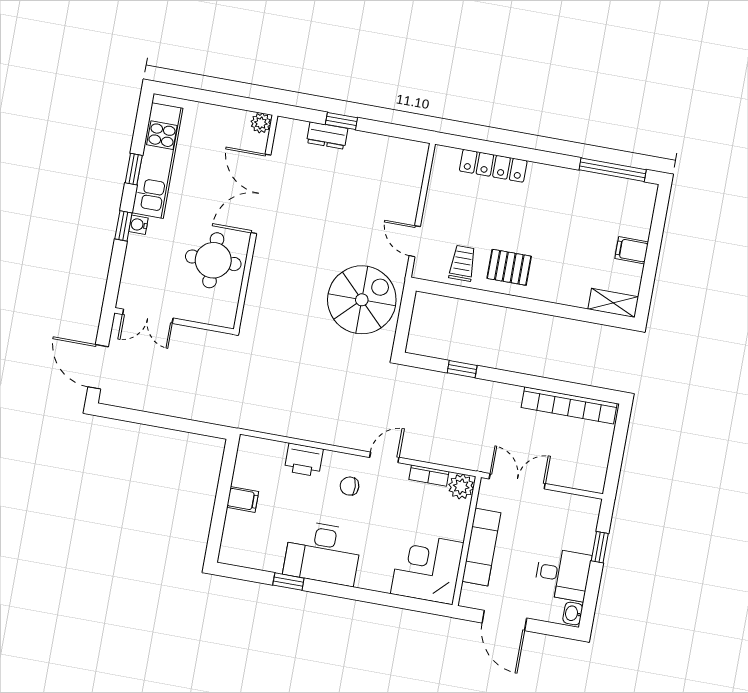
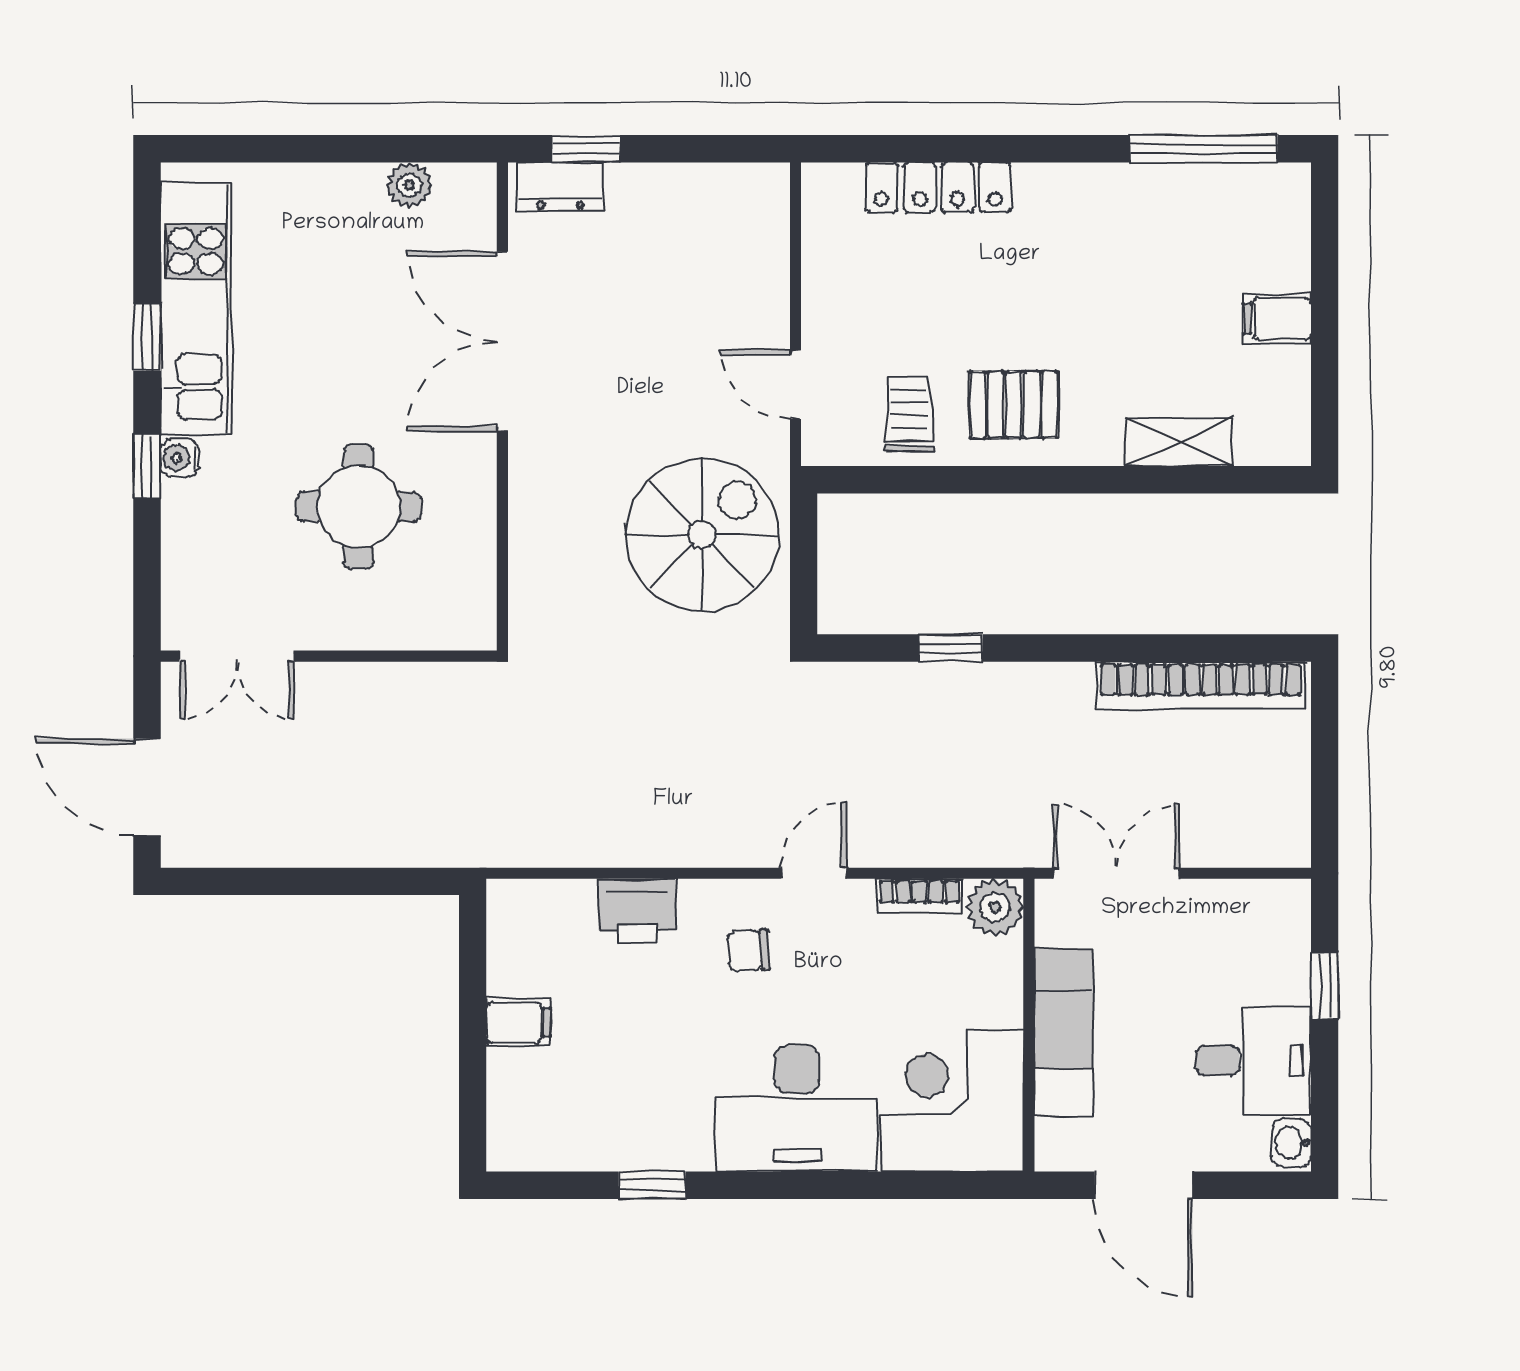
double door: (261, 194) -> (502, 341), moved
wall: (256, 222) -> (502, 406), moved
shelving: (613, 303) -> (1179, 442), moved
desk: (323, 553) -> (797, 1108), moved

